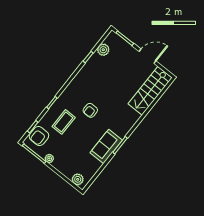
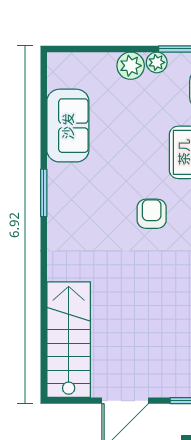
sofa: (106, 146) -> (68, 126), moved
plant: (78, 179) -> (131, 66), moved

